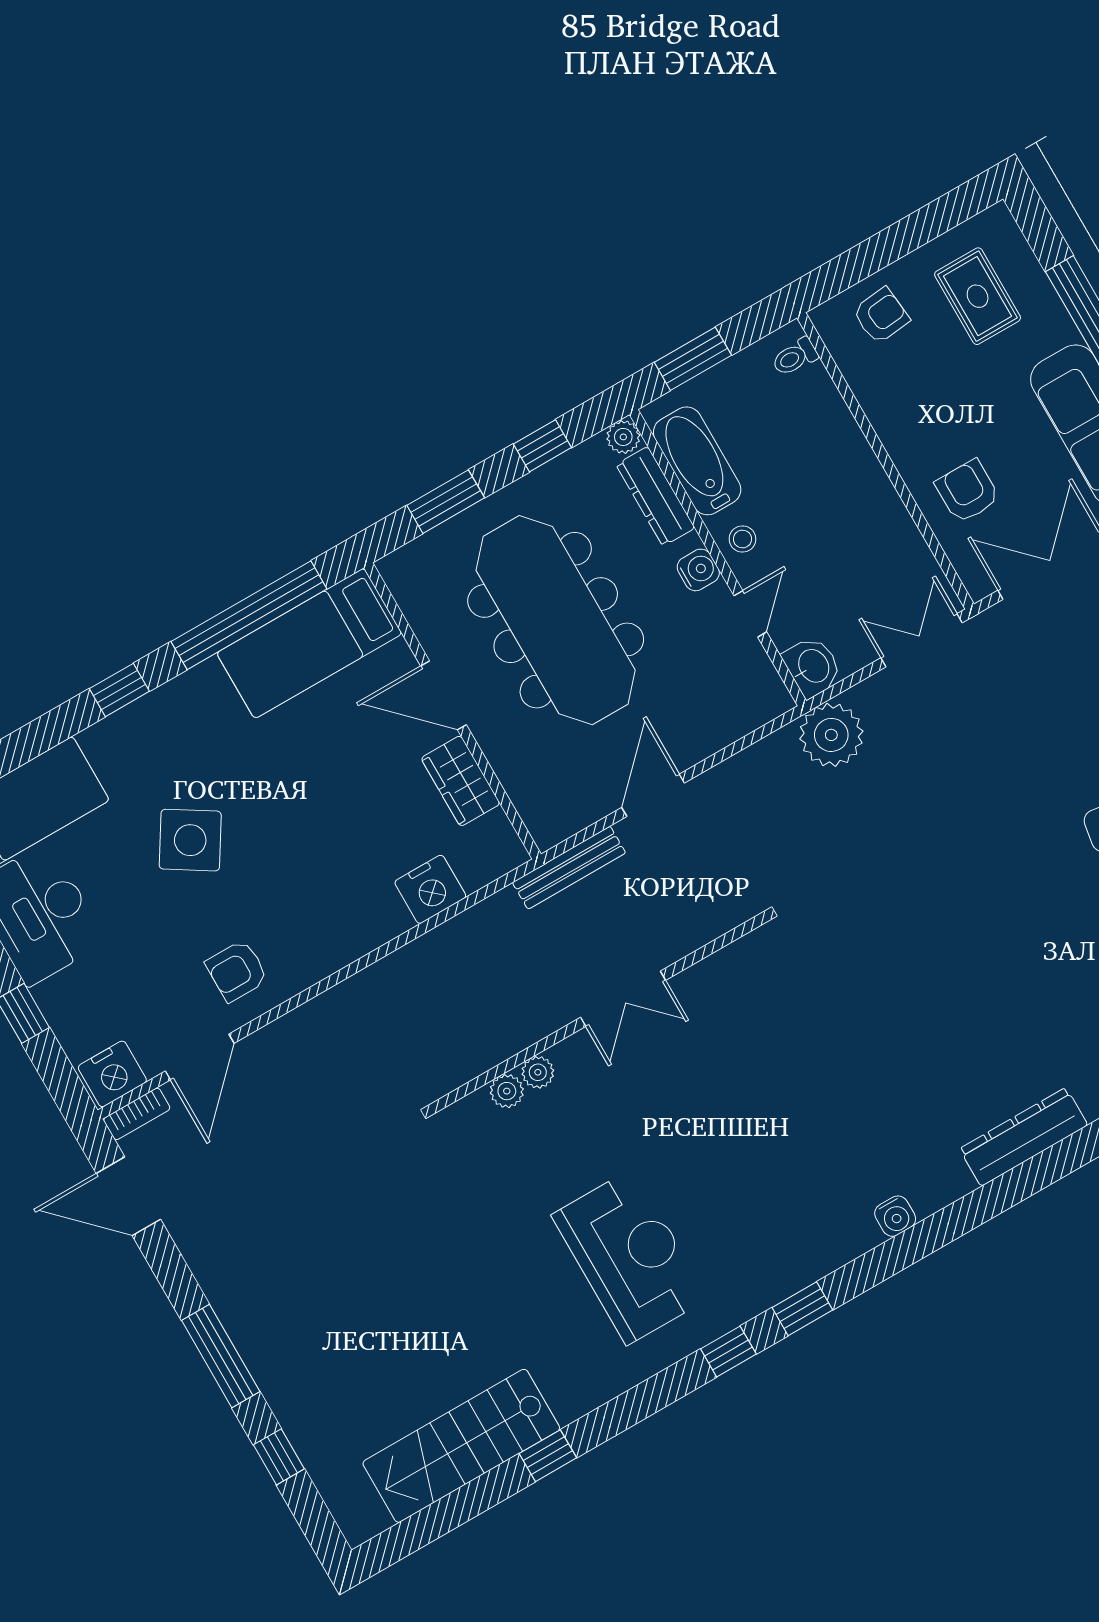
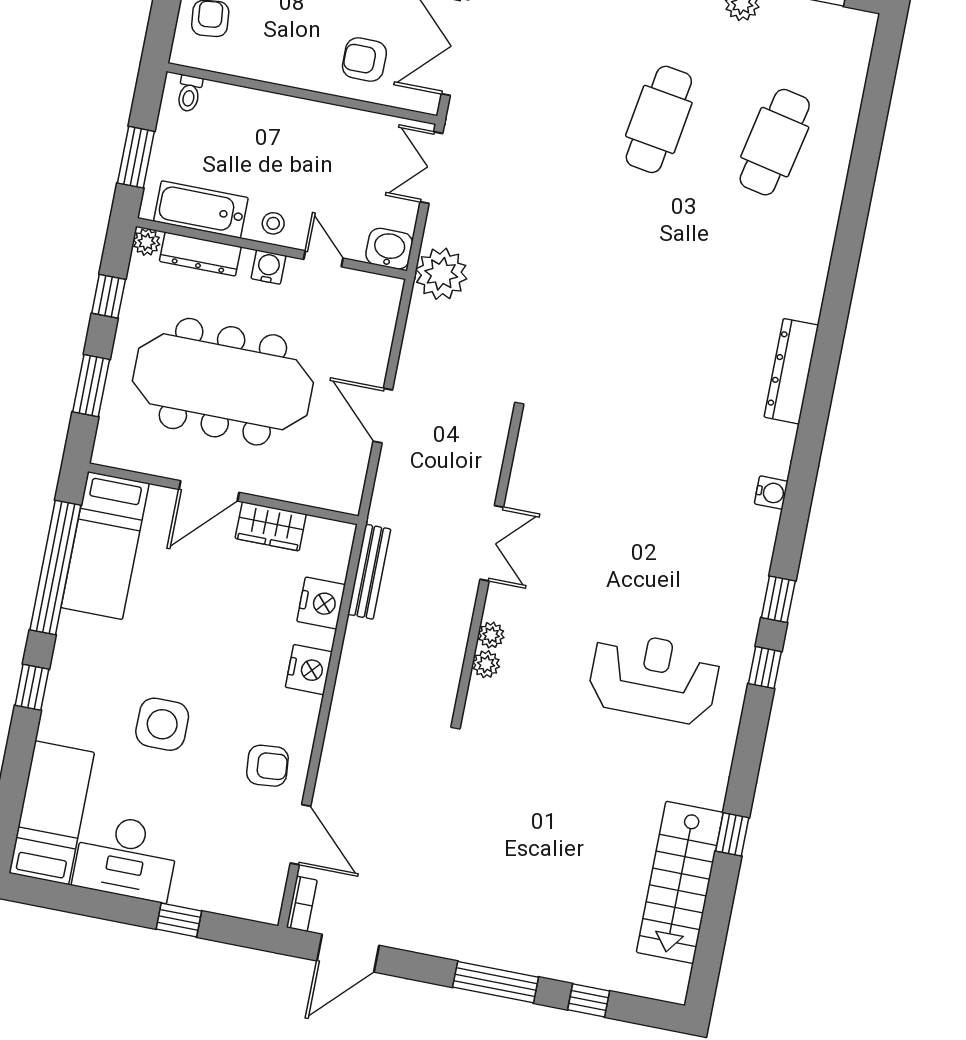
side table: (190, 840) -> (162, 724), turned -32
bench: (569, 868) -> (369, 572), moved
armchair: (237, 971) -> (267, 766), turned -95
nightstand: (112, 1074) -> (309, 670), moved

